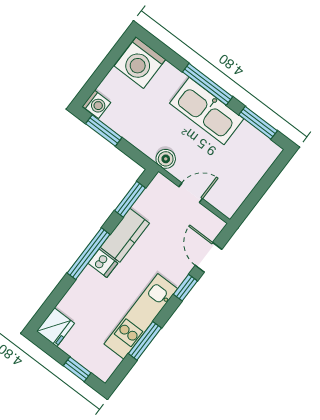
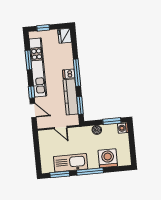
washing machine: (140, 63) -> (108, 158), moved
kitchen sink: (207, 111) -> (71, 163), moved
boiler: (166, 159) -> (97, 130), moved
door: (191, 193) -> (61, 128), hinge flipped
kitchen counter: (125, 235) -> (71, 97), width x1.50
kitchen unit: (141, 316) -> (38, 67), width x1.36

